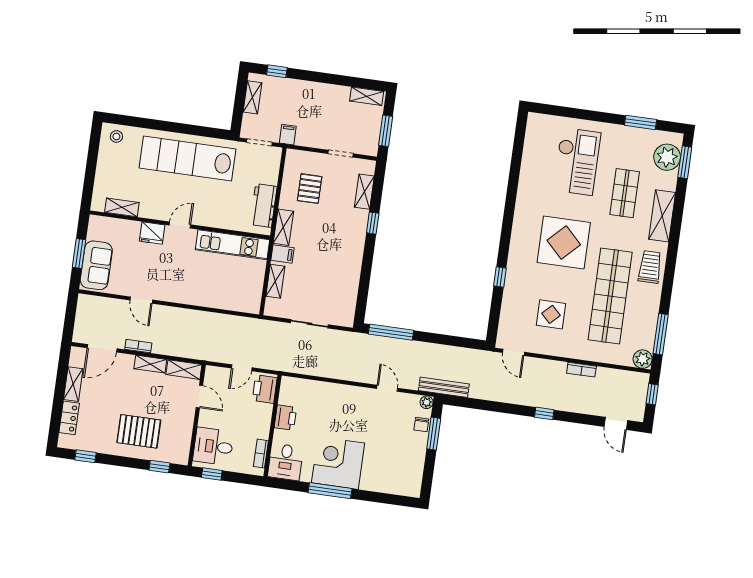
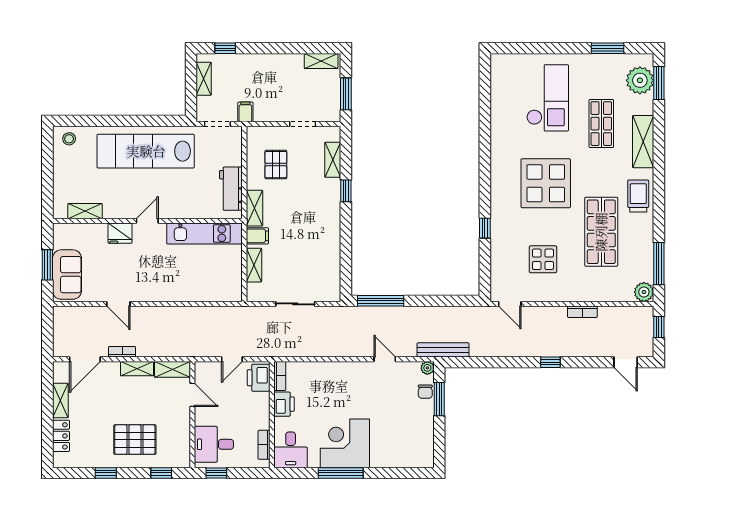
shop shelf: (610, 296) -> (601, 232), width x0.71
bookcase: (285, 390) -> (280, 376), added
window: (86, 456) -> (106, 473), moved

